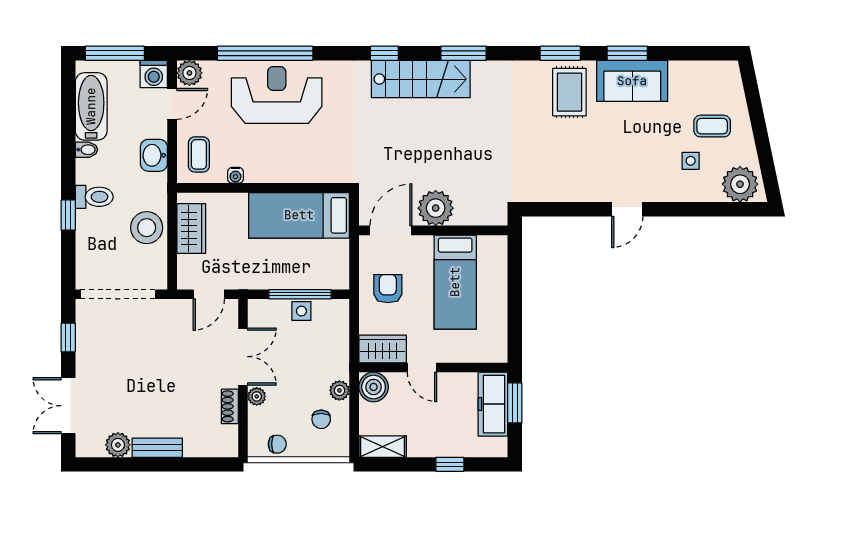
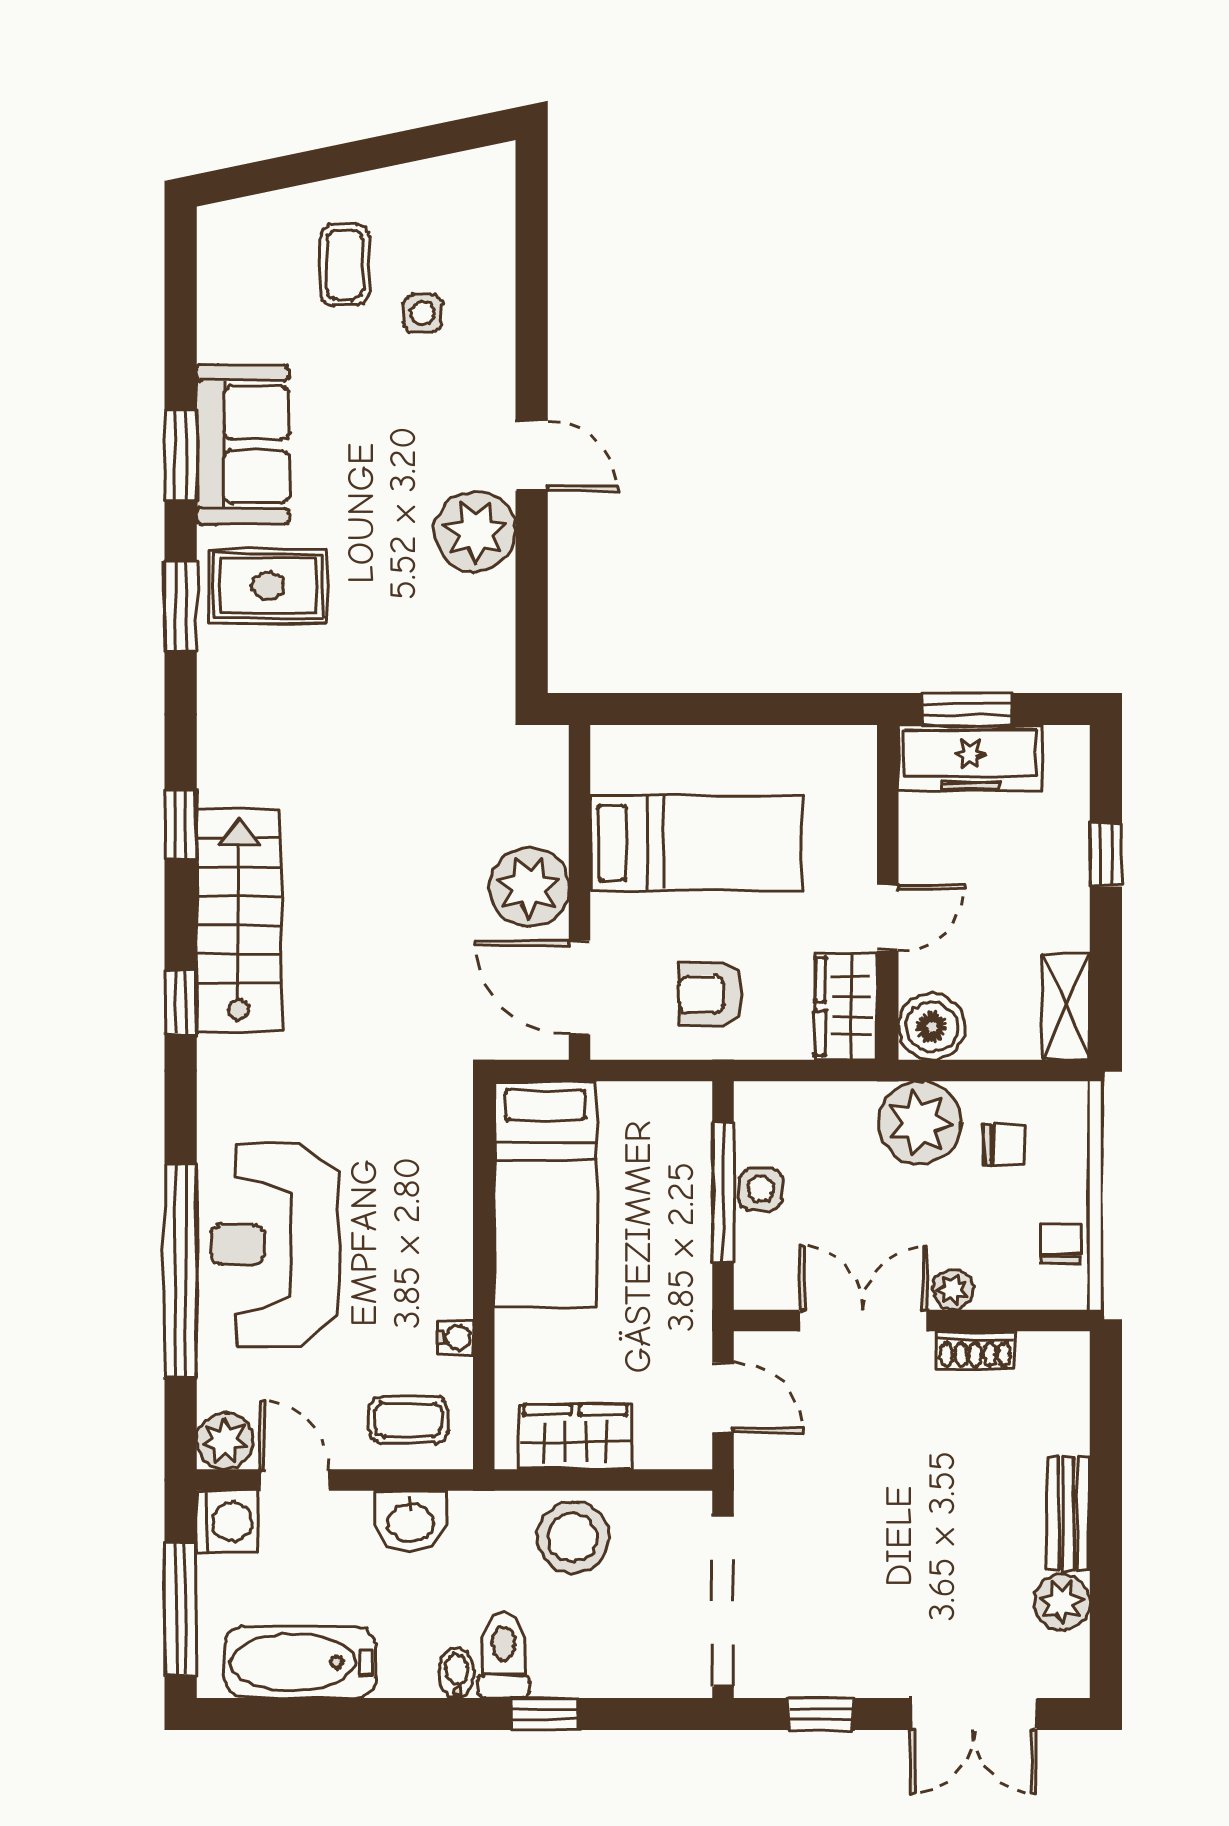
window: (464, 53) -> (181, 824), width x0.67
bidet: (86, 150) -> (456, 1673), moved
plant: (740, 184) -> (475, 532), moved
plant: (339, 390) -> (920, 1123), width x1.87, depth x1.87

